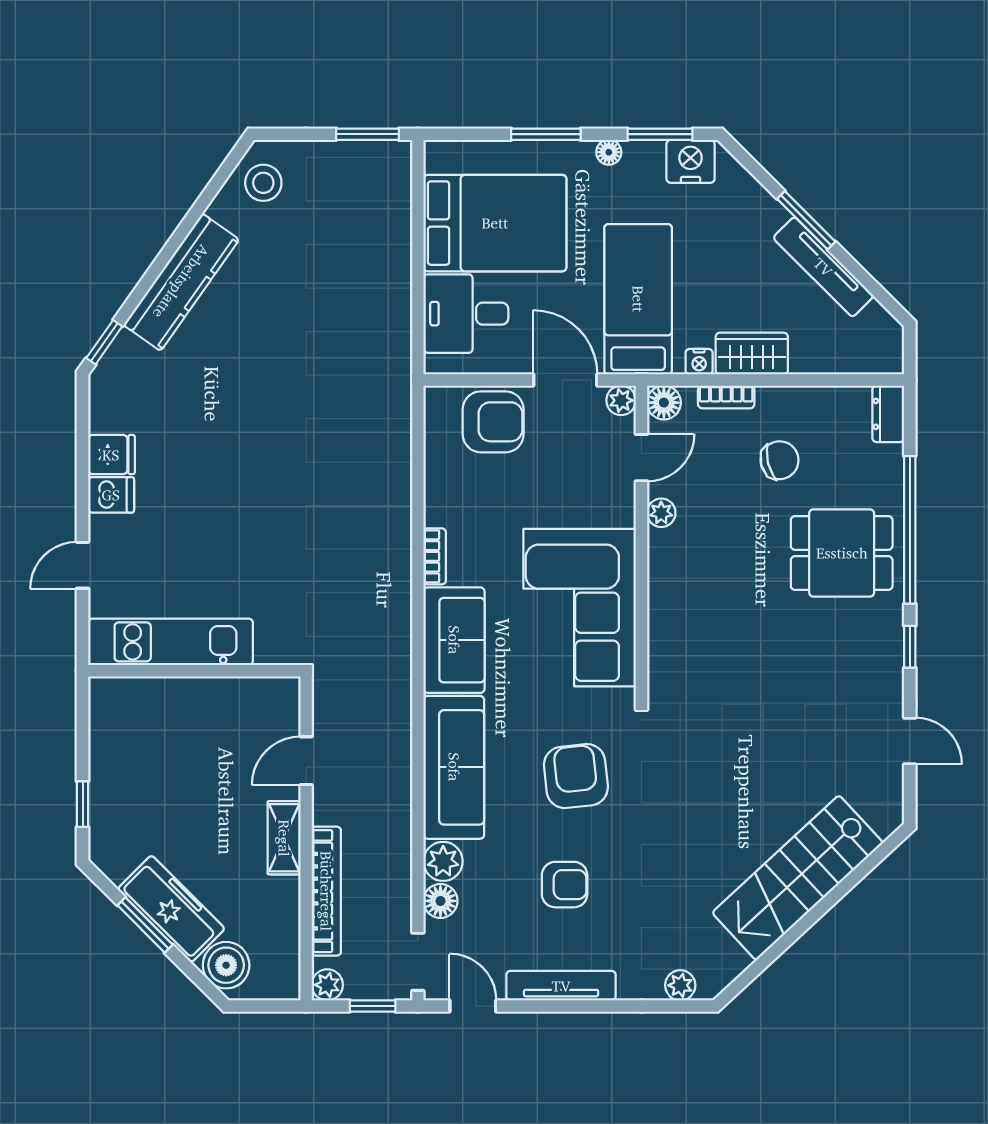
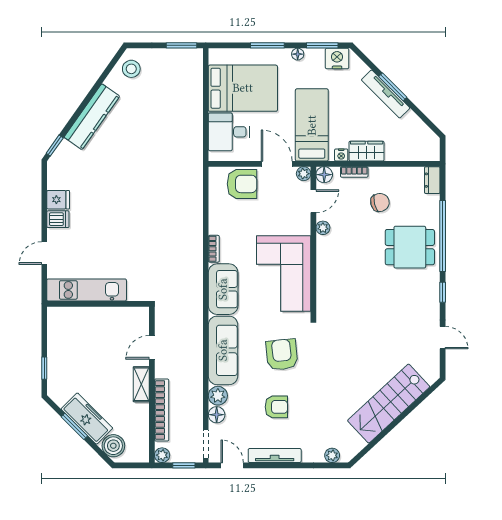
tv unit: (823, 267) -> (386, 94), moved

